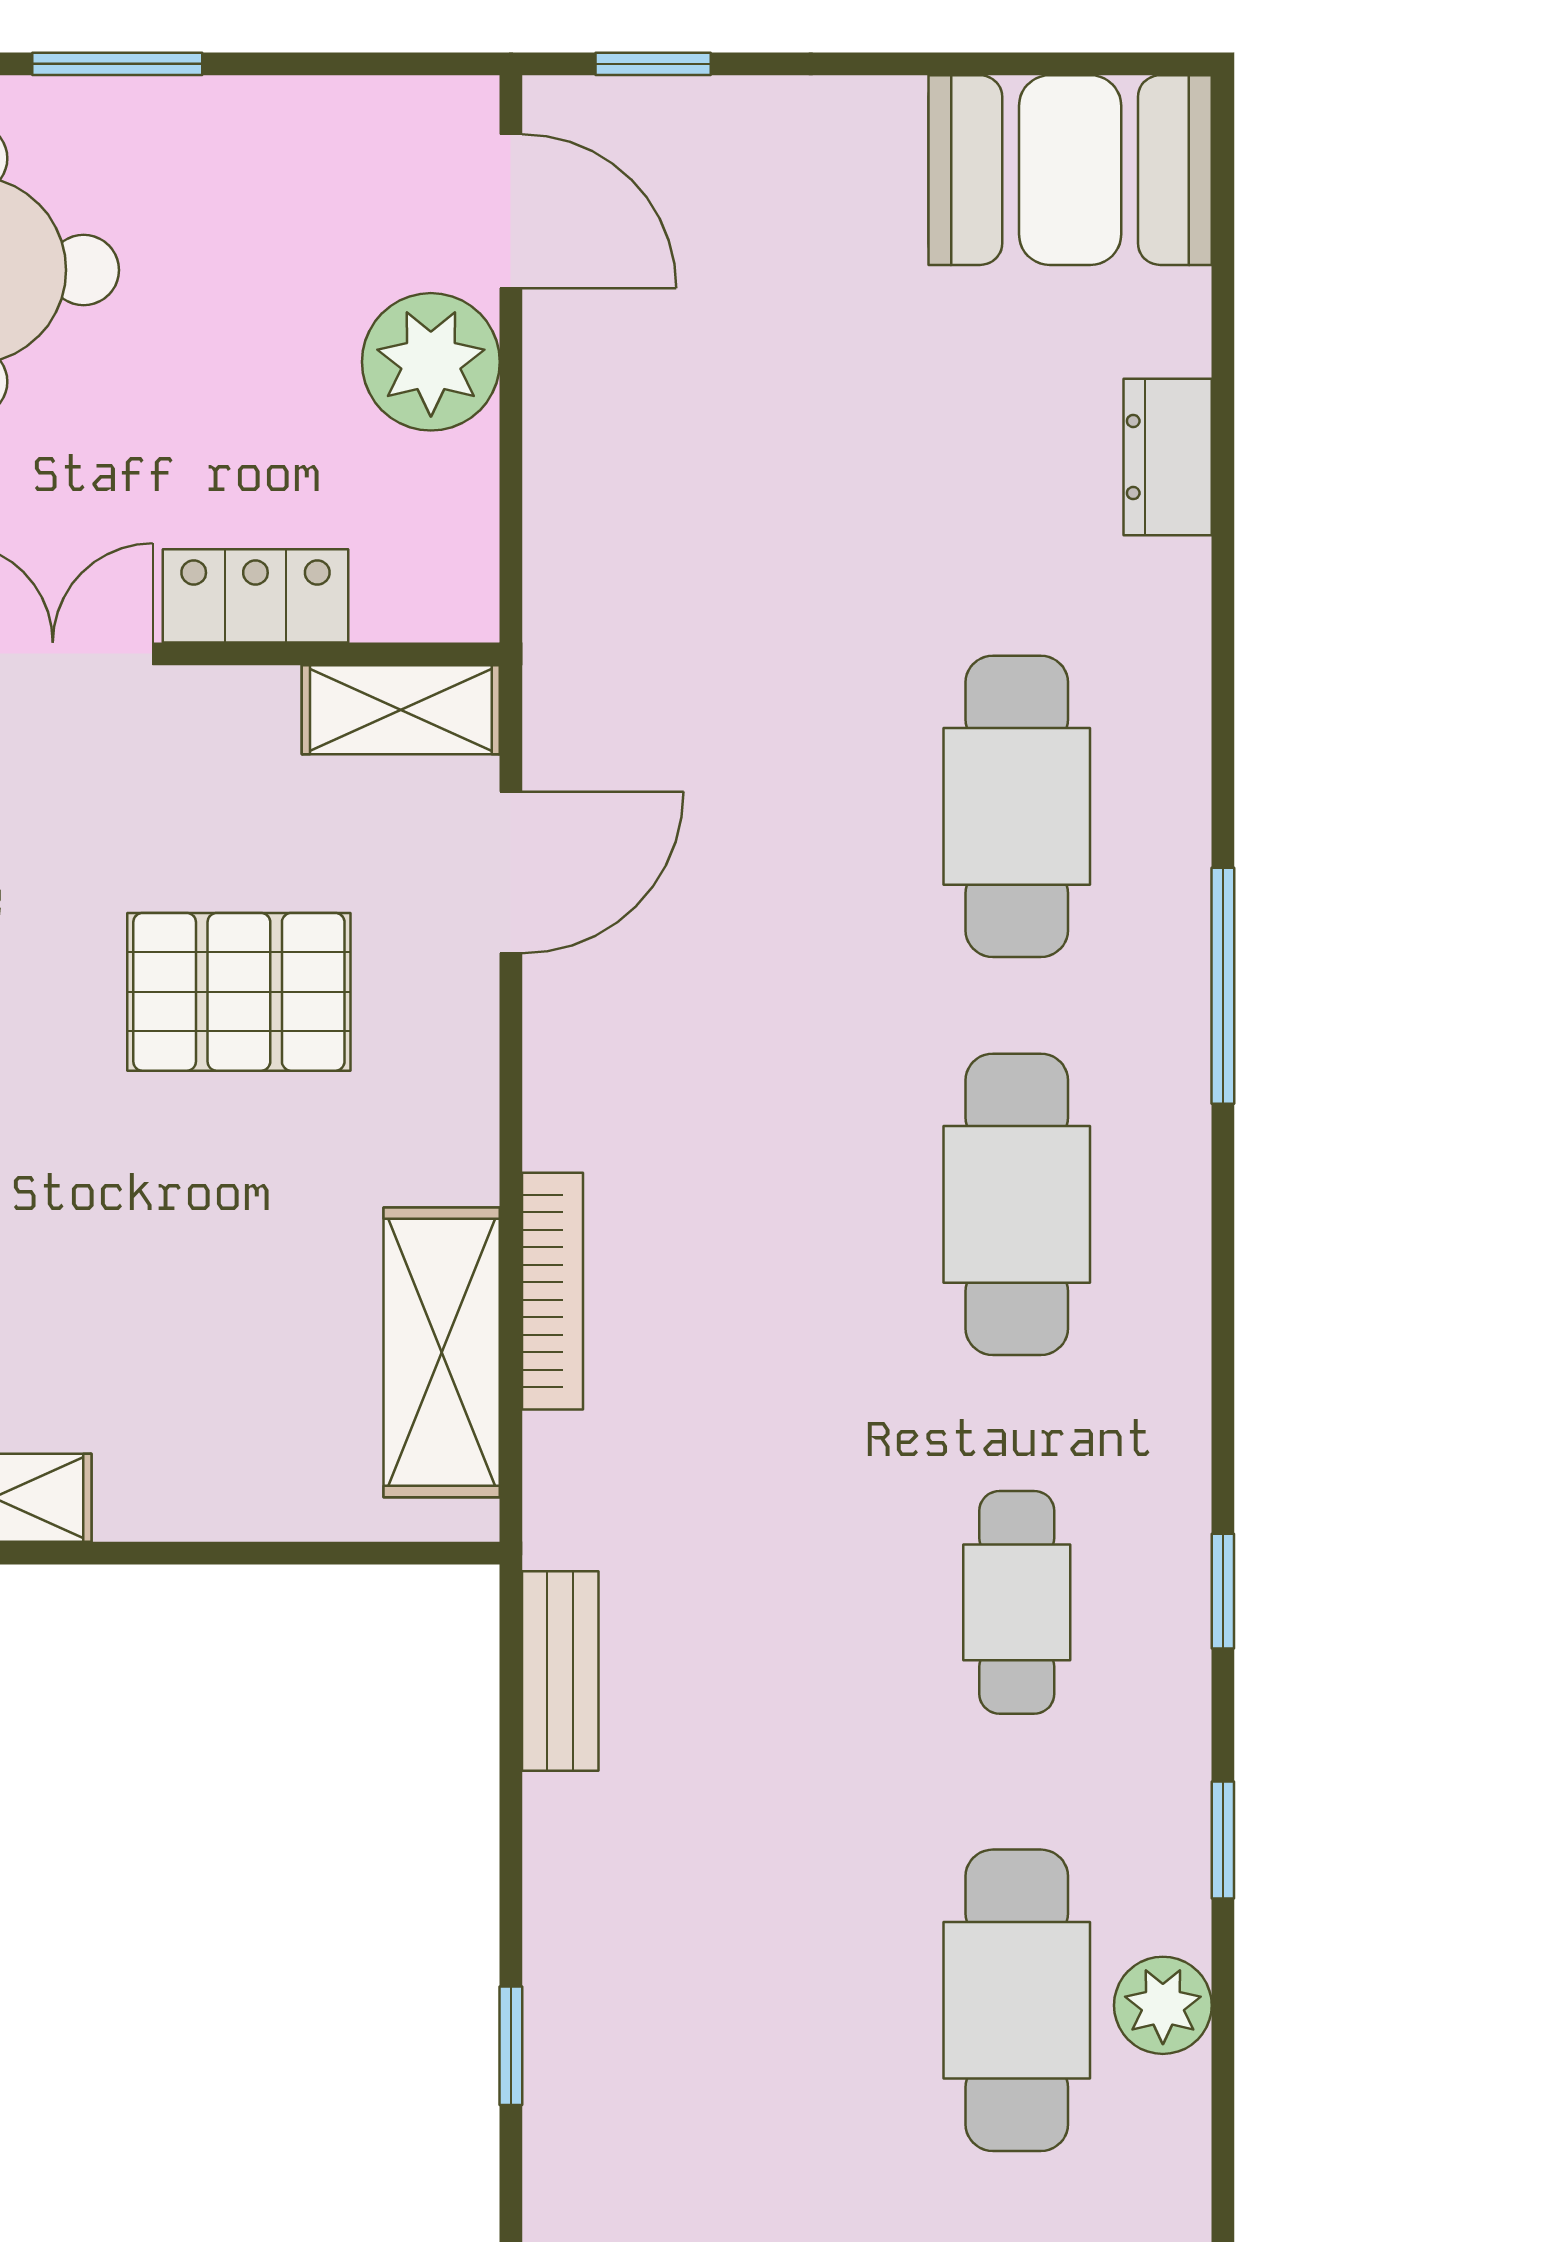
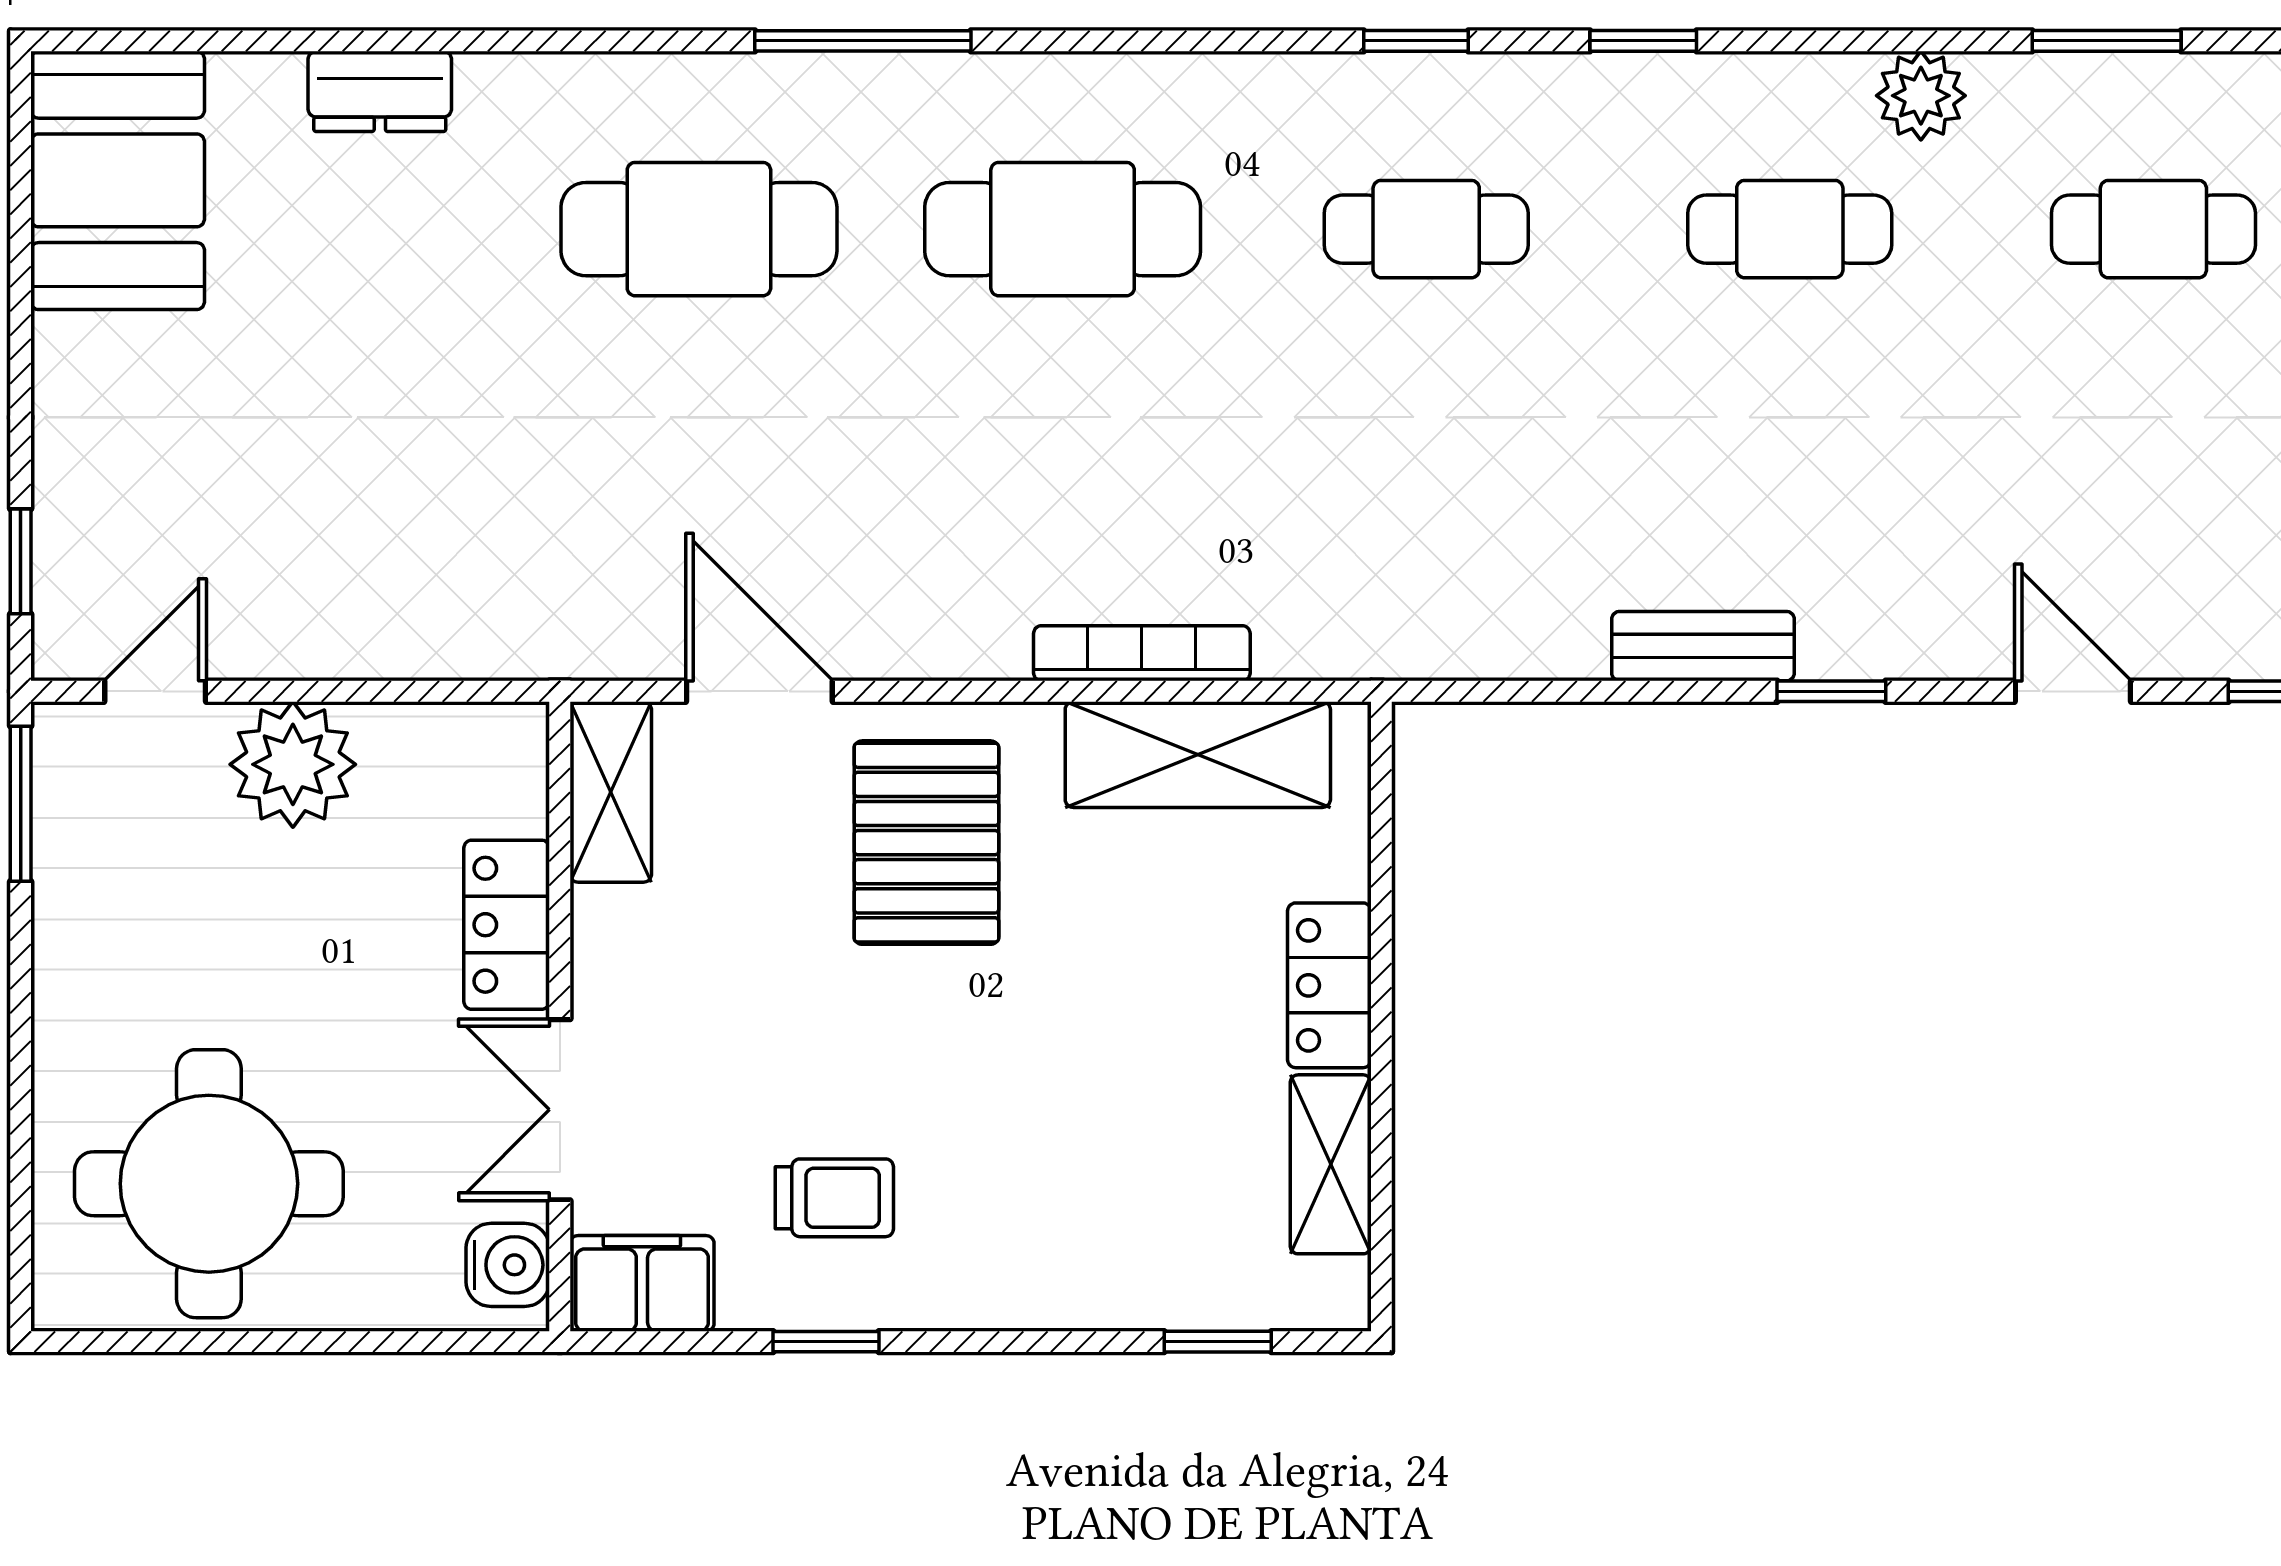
window: (117, 64) -> (21, 804), moved
door: (511, 211) -> (155, 691), width x0.73
pallet: (239, 992) -> (926, 843), moved
locker: (189, 1496) -> (1329, 985), added
bench: (560, 1671) -> (1703, 646), moved
cafe table: (1017, 2000) -> (1790, 229), width x0.73, depth x0.74
plant: (1163, 2005) -> (1921, 96), moved

